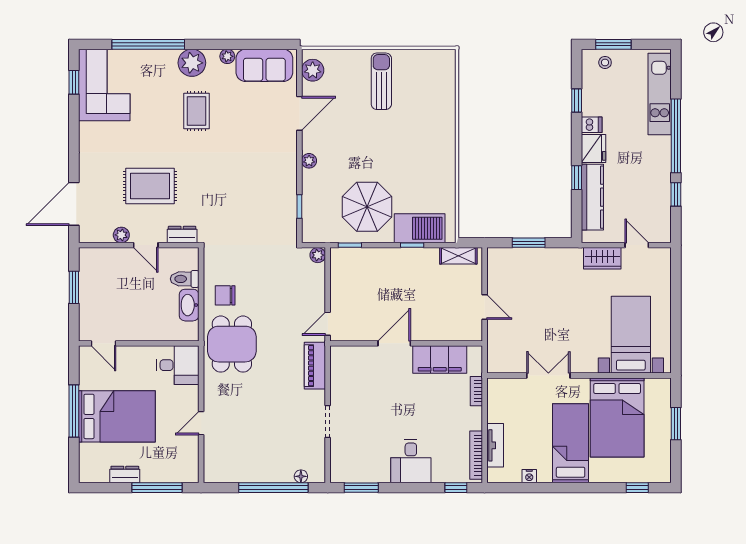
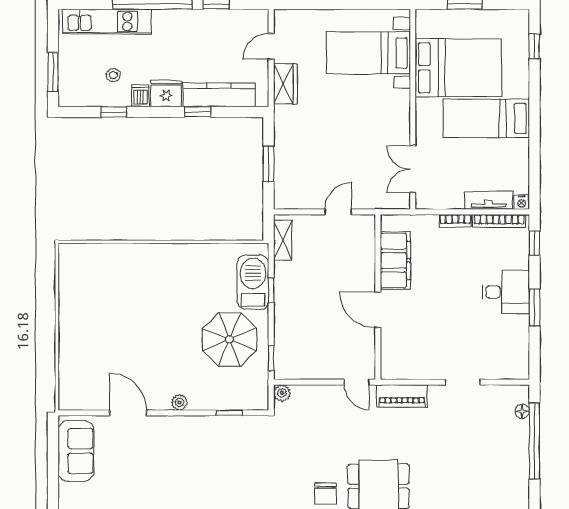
plant: (227, 56) -> (66, 491), removed
stool: (605, 62) -> (113, 75), moved
plant: (313, 70) -> (81, 398), removed
sun lounger: (381, 81) -> (93, 324), removed
double door: (548, 376) -> (413, 169), moved
bookcase: (476, 391) -> (455, 221), moved
nightstand: (529, 476) -> (522, 202), moved, turned 90
window: (361, 488) -> (534, 307), moved

